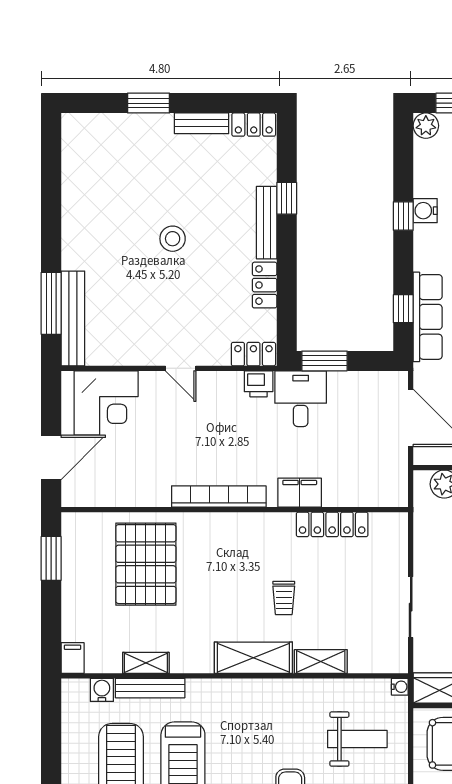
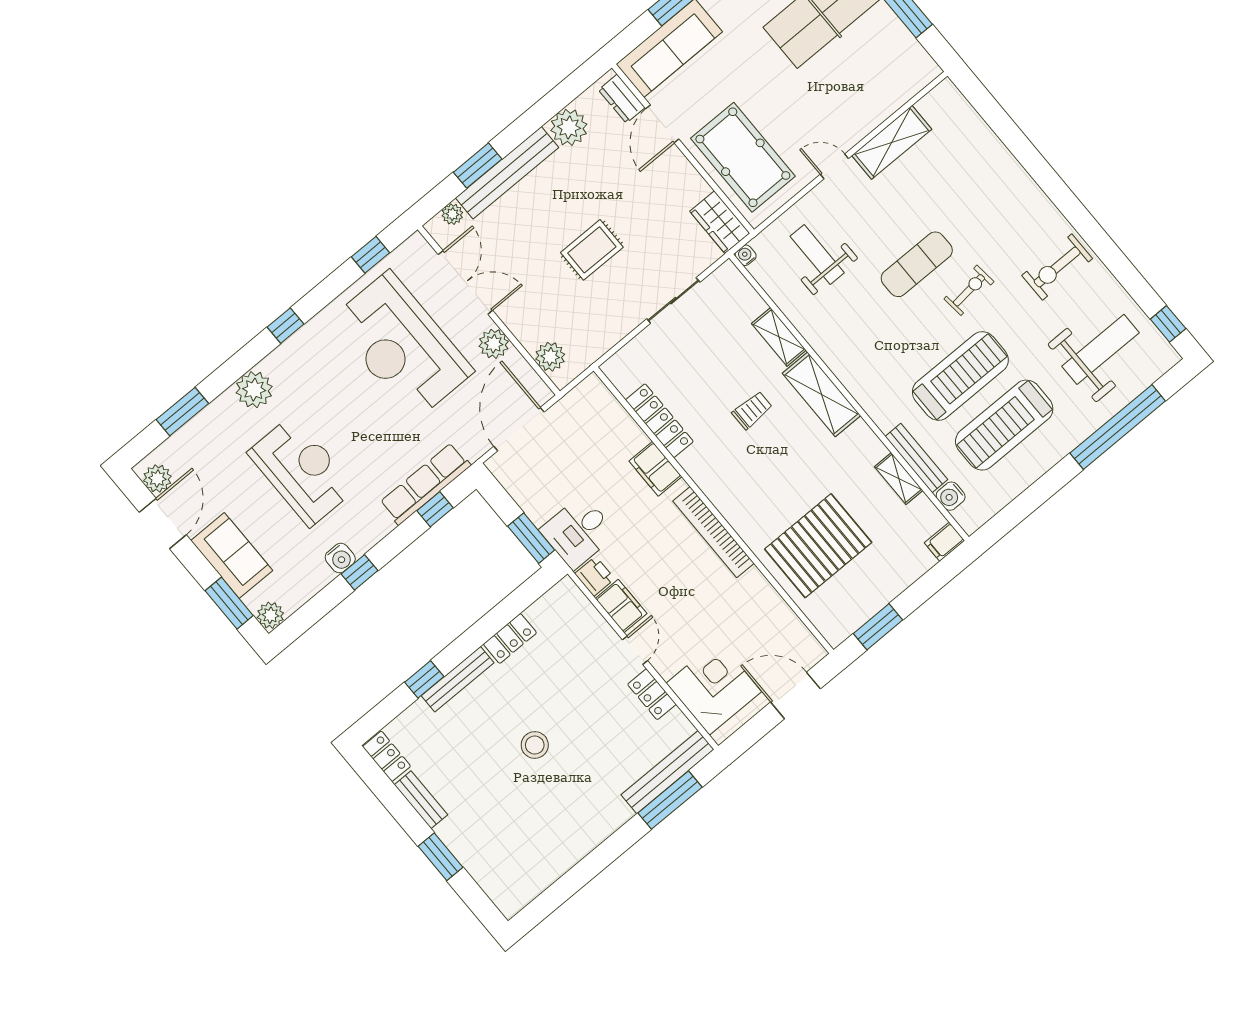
locker: (253, 354) -> (652, 694), moved
filing cabinet: (221, 385) -> (621, 606), added

